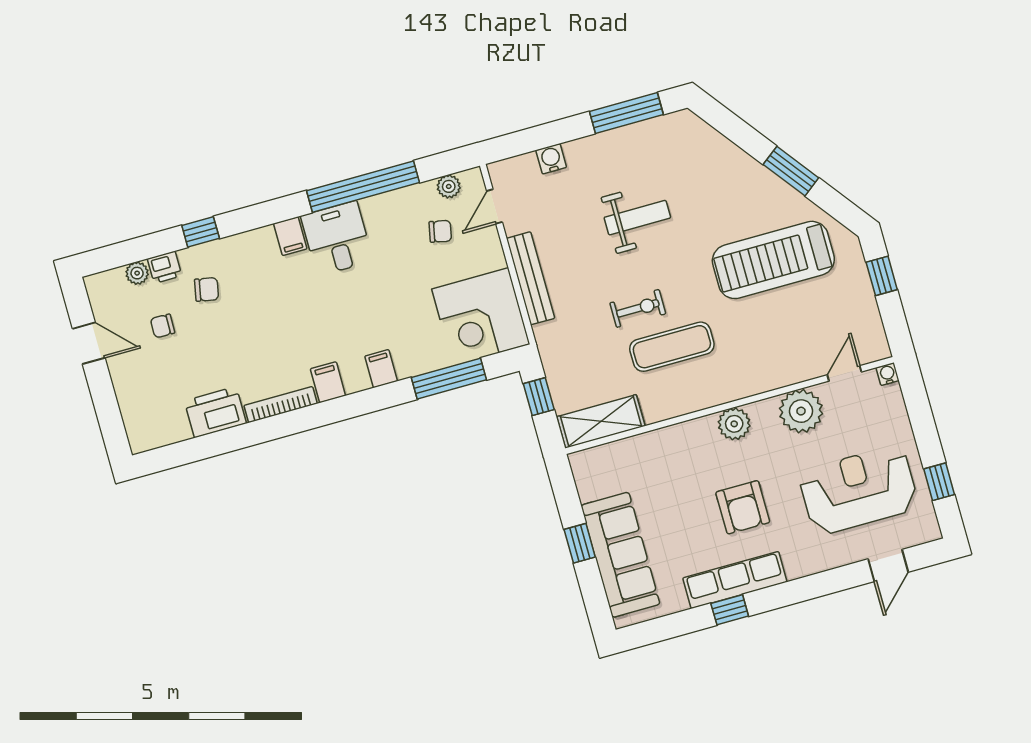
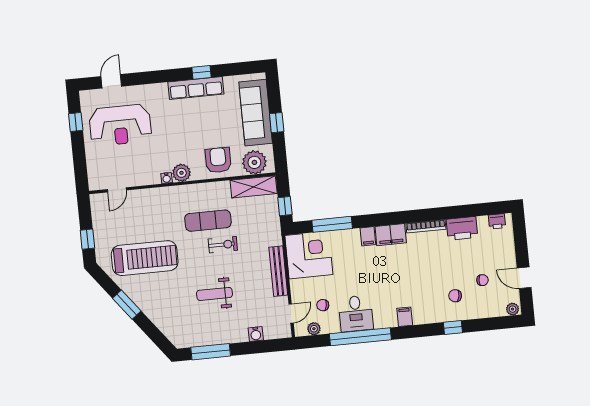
desk: (337, 238) -> (356, 313), moved
printer: (165, 267) -> (497, 221), moved, turned 180
plant: (137, 273) -> (513, 309), moved
exercise bike: (638, 308) -> (223, 245), turned 180
water cooler: (888, 374) -> (167, 178), moved
filing cabinet: (328, 382) -> (391, 235), width x2.00
plant: (801, 411) -> (254, 162), moved
armchair: (743, 507) -> (218, 160), moved

